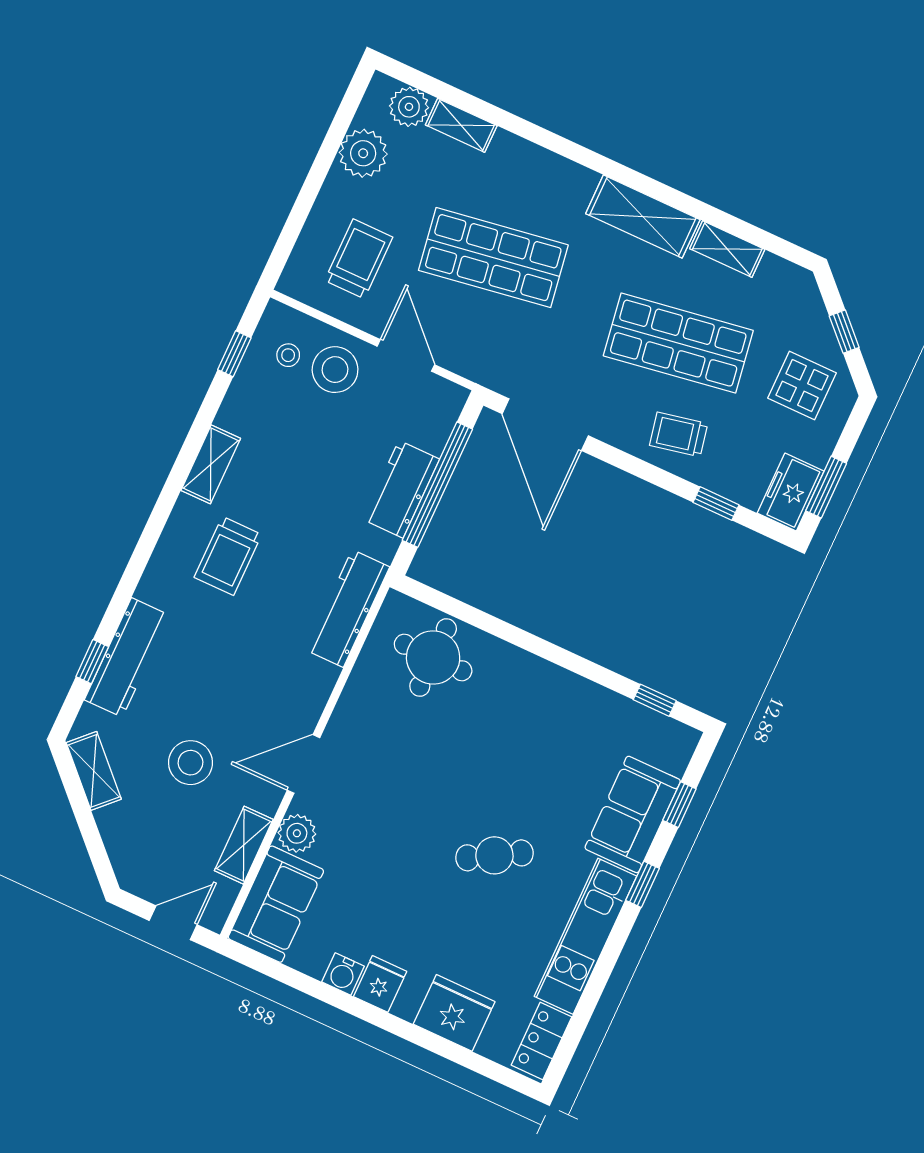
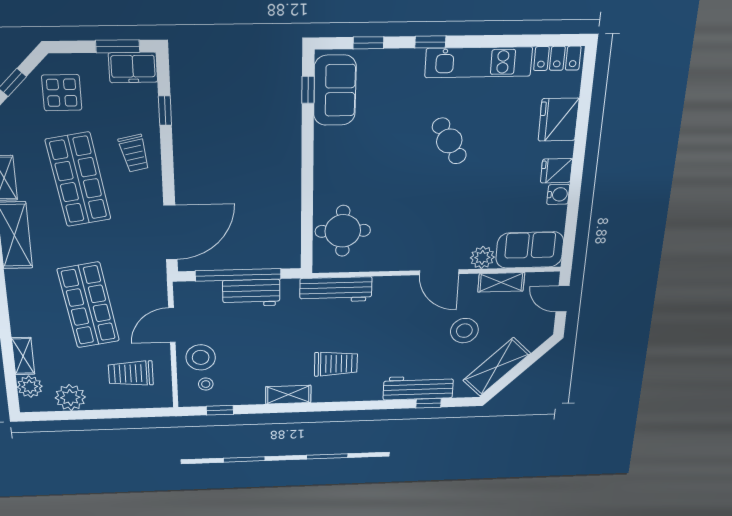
shelving: (94, 771) -> (497, 367), width x1.50, depth x1.33
sofa: (633, 814) -> (335, 90), moved, turned -90

